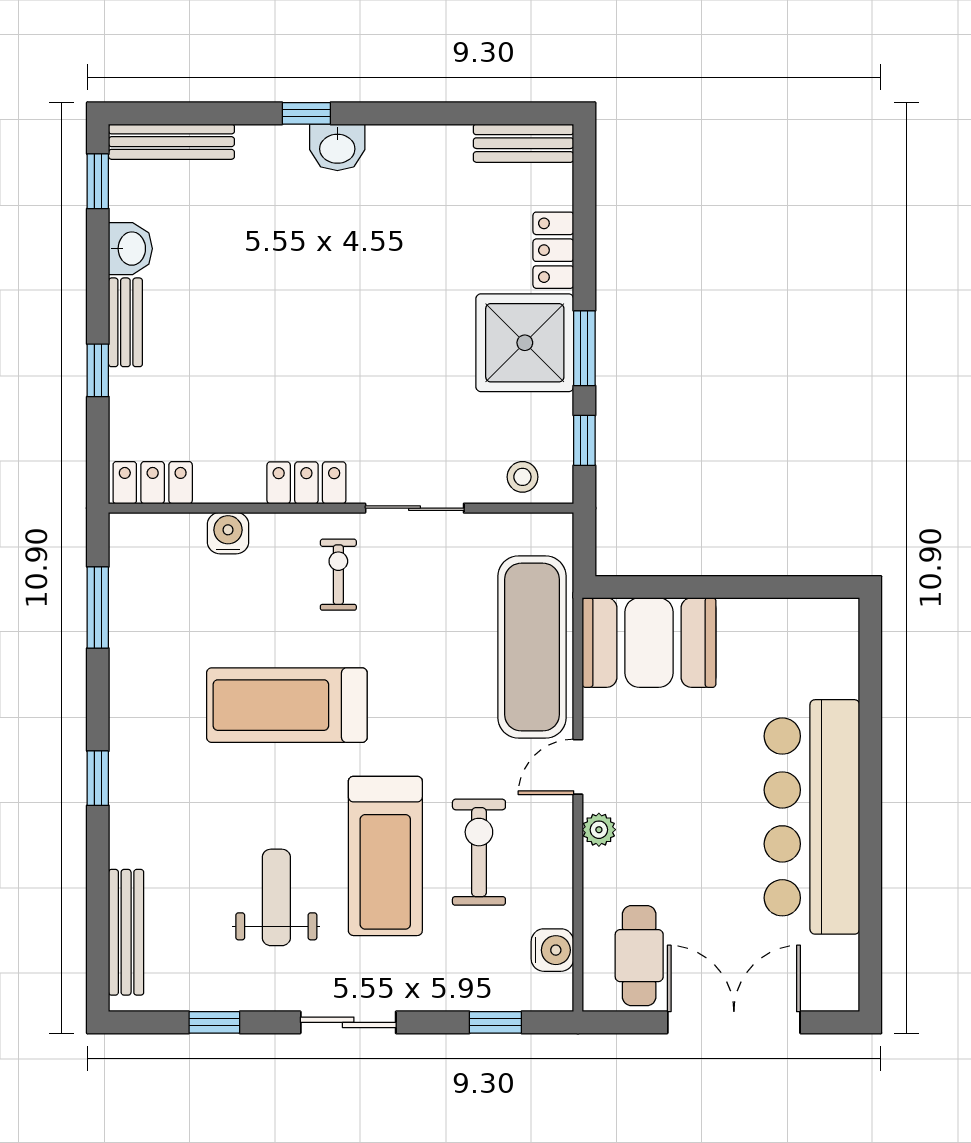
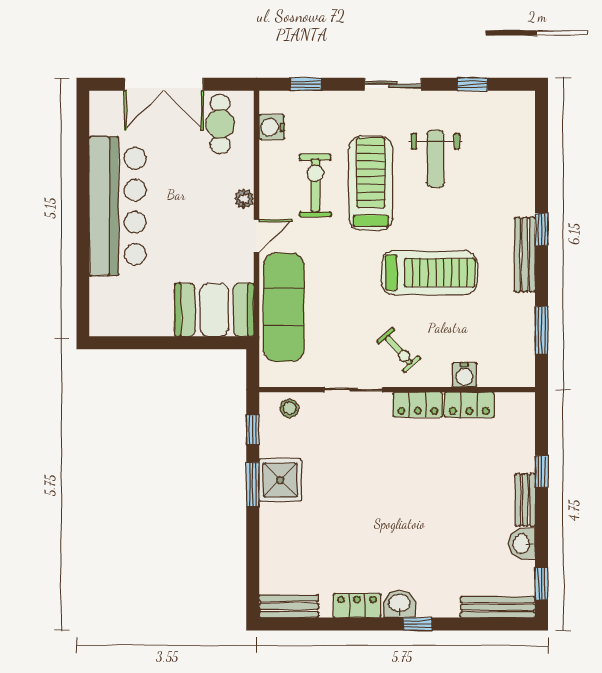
locker: (553, 250) -> (357, 606), moved, turned -90
shower: (525, 343) -> (280, 480), width x0.73, depth x0.73
locker: (153, 483) -> (469, 405), moved
exercise bike: (338, 575) -> (399, 350), turned -42
exercise bike: (479, 852) -> (315, 185), turned 180
bench: (126, 932) -> (525, 255), moved

